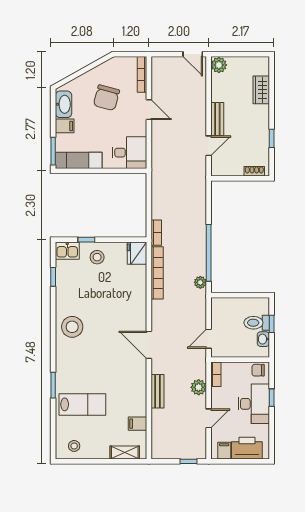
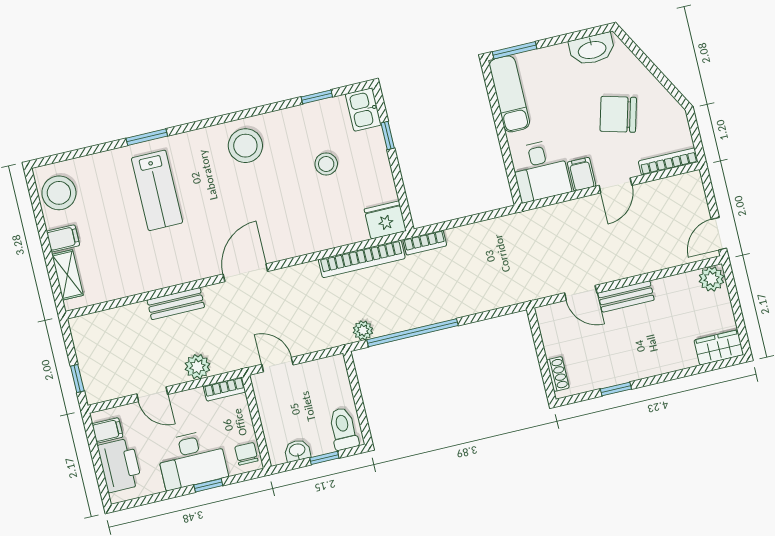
wardrobe: (261, 90) -> (719, 347), moved
filing cabinet: (65, 126) -> (582, 174), moved, turned 180
stool: (97, 257) -> (326, 164), moved
toilet: (257, 323) -> (343, 429), moved
lab bench: (82, 404) -> (157, 190), moved
filing cabinet: (138, 424) -> (63, 238), moved, turned 90
stool: (74, 446) -> (59, 193), width x1.89, depth x1.89

